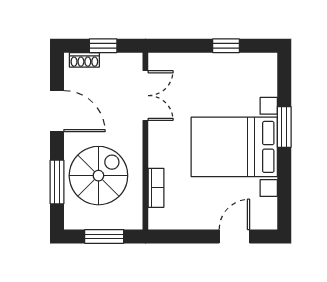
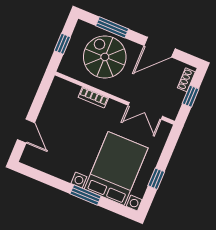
bed with nightstands: (234, 147) -> (116, 168), moved
spiral stairs: (98, 176) -> (105, 57), turned 180
bookcase: (156, 188) -> (93, 97), moved
window: (104, 236) -> (62, 44), width x0.67

